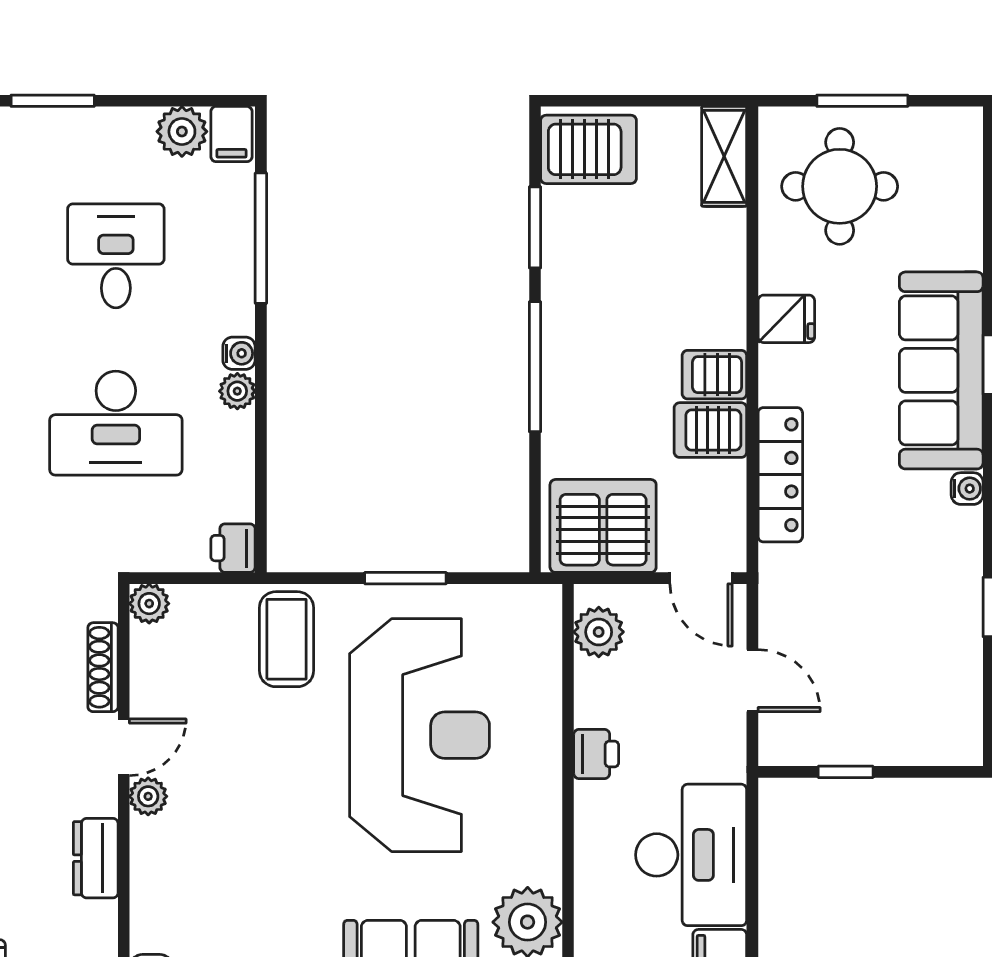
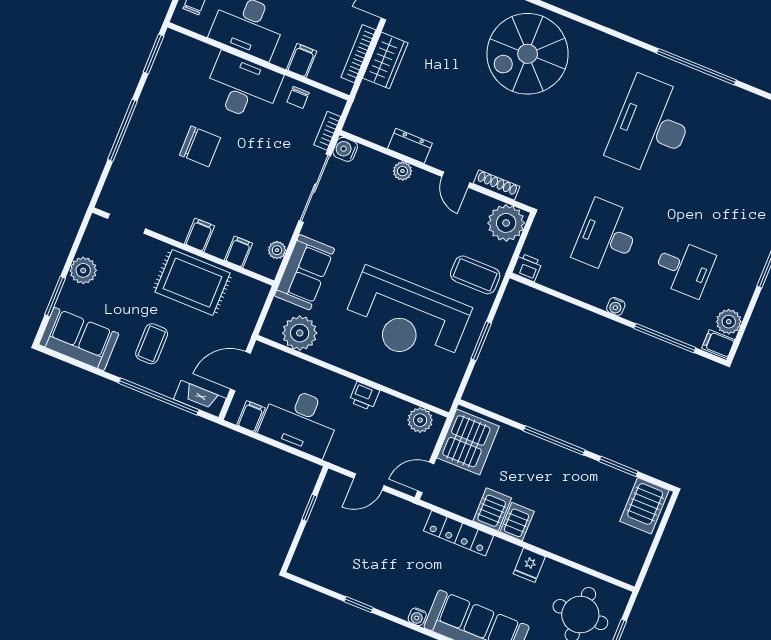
shelving: (724, 156) -> (616, 567), removed
plant: (237, 391) -> (599, 299), removed
plant: (149, 604) -> (506, 223), width x1.87, depth x1.87
plant: (148, 796) -> (402, 171), moved

